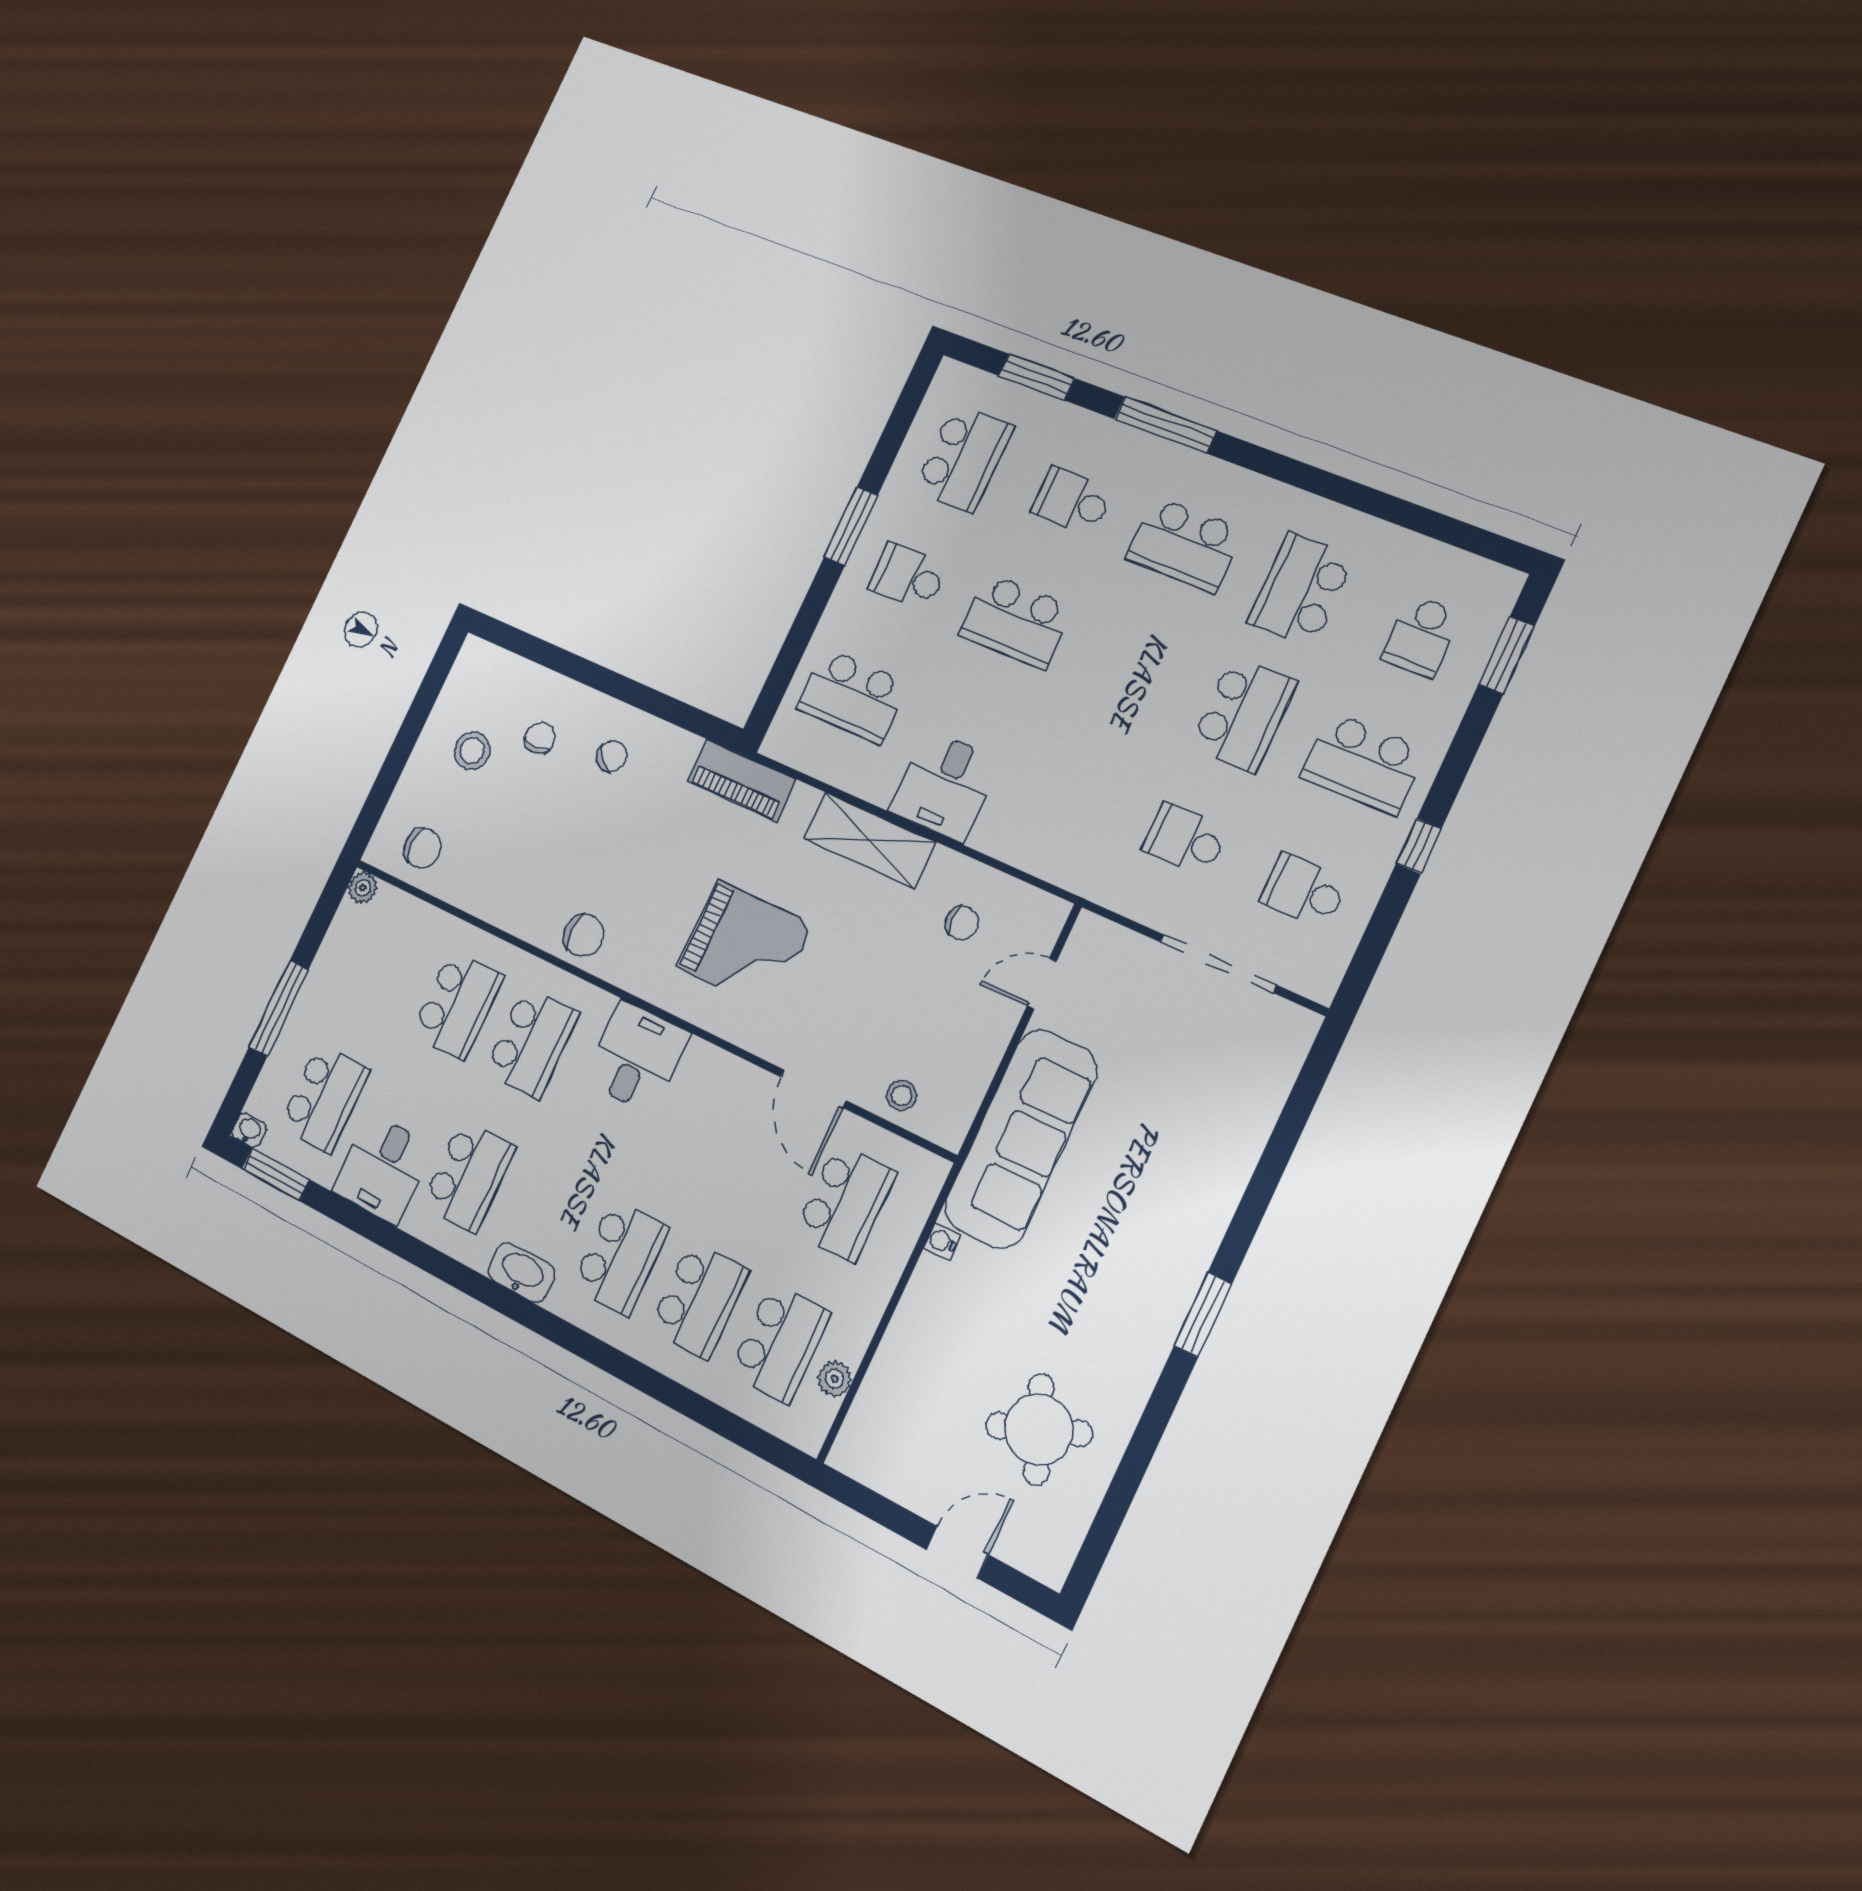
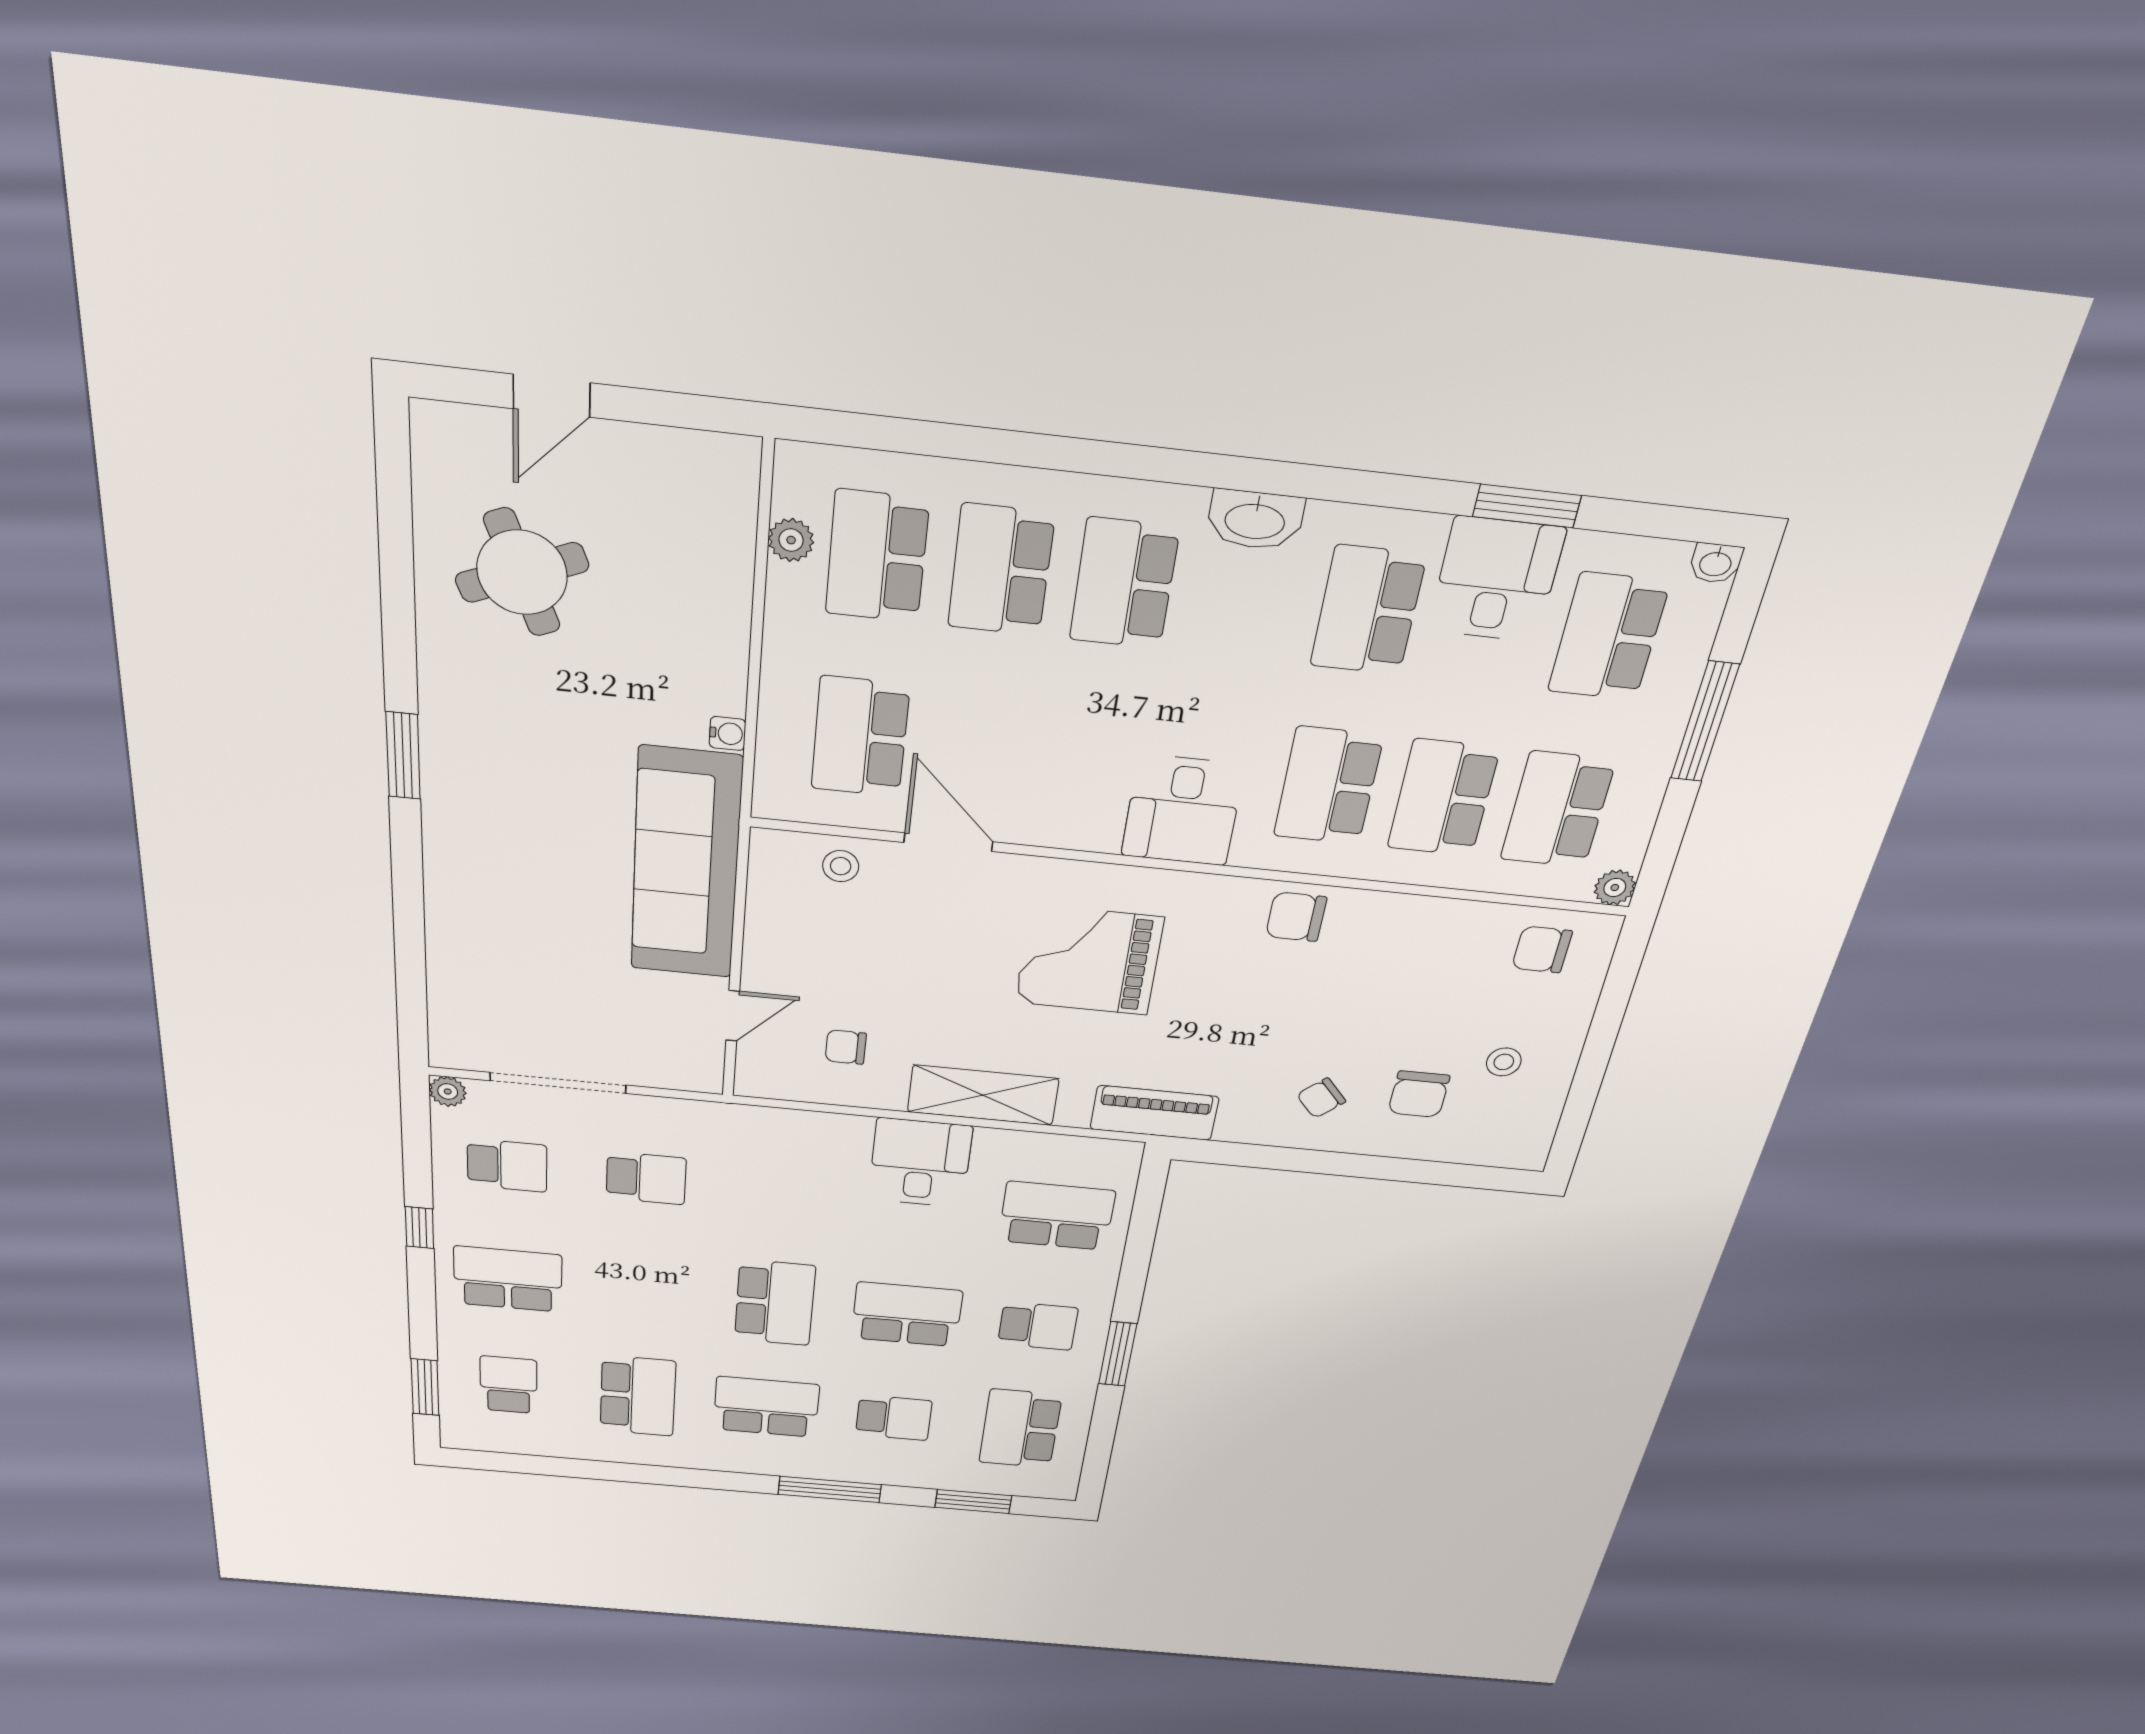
school desk: (1243, 714) -> (775, 1303), moved, turned 180
chair: (540, 738) -> (1419, 1094), width x1.37, depth x1.37
stool: (472, 751) -> (1504, 1062), width x0.73, depth x0.73
school desk: (386, 968) -> (1558, 810), added
plant: (1320, 985) -> (448, 1092), added
window: (276, 1174) -> (1527, 506), moved

